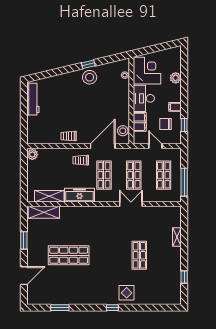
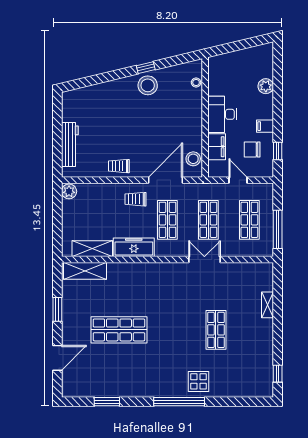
corner desk: (147, 71) -> (227, 76), removed
workbench: (33, 99) -> (70, 144), moved
window: (184, 277) -> (278, 374), moved
window: (112, 308) -> (179, 402), width x3.17

